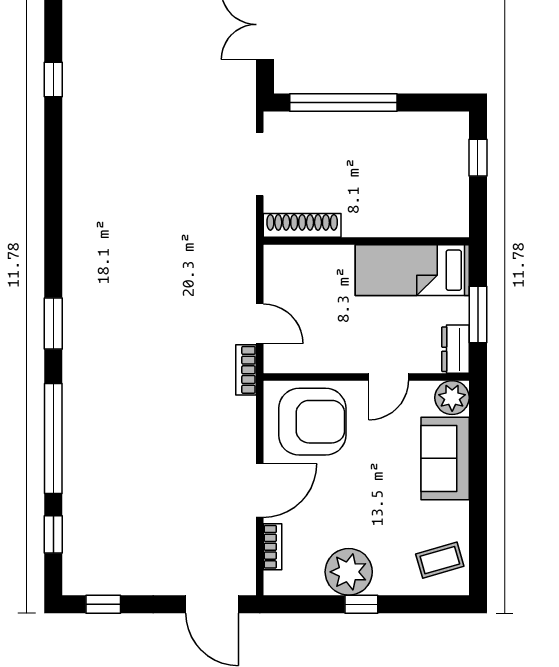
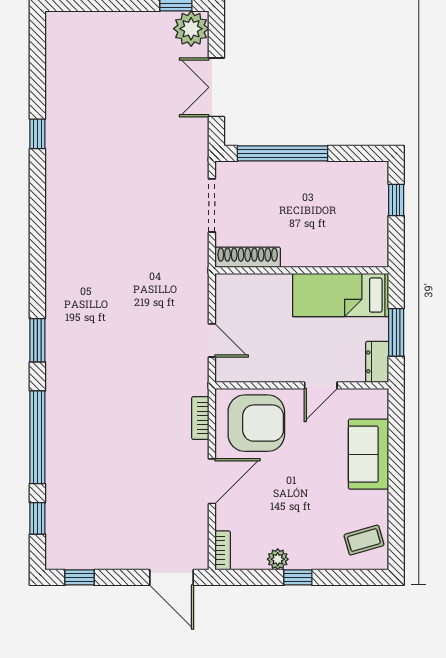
bookcase: (246, 370) -> (200, 418), moved
plant: (452, 398) -> (374, 403), removed
bookcase: (272, 547) -> (223, 550), moved
plant: (349, 572) -> (278, 559), width x0.53, depth x0.53

